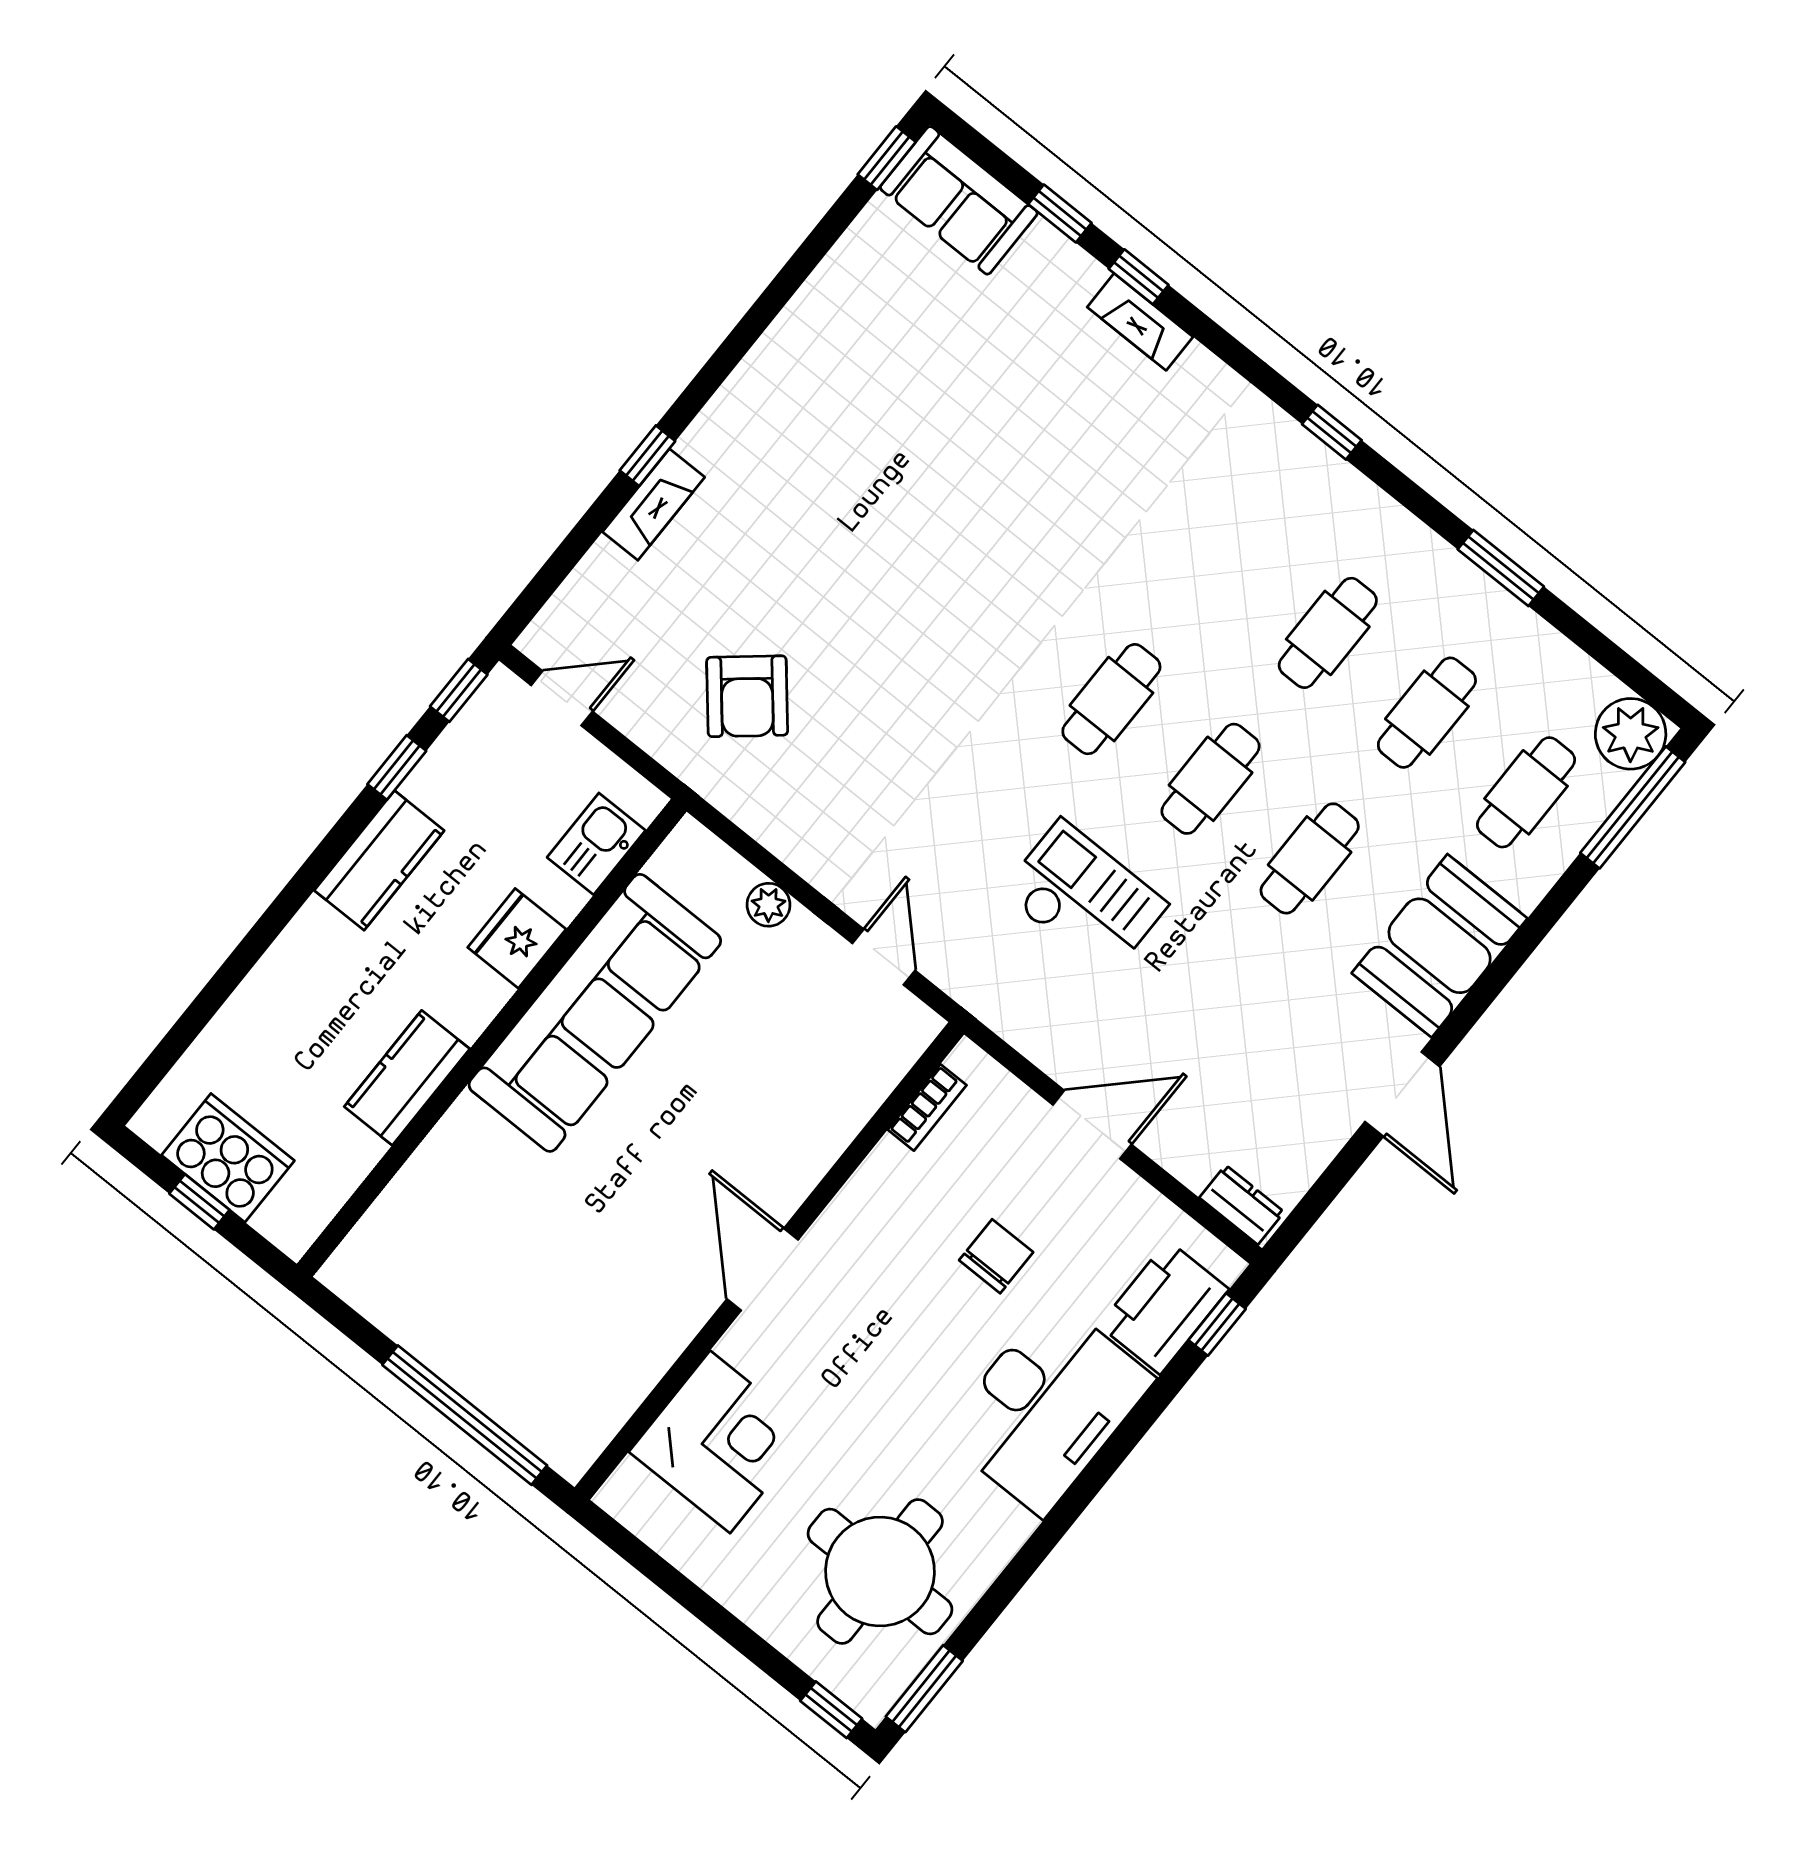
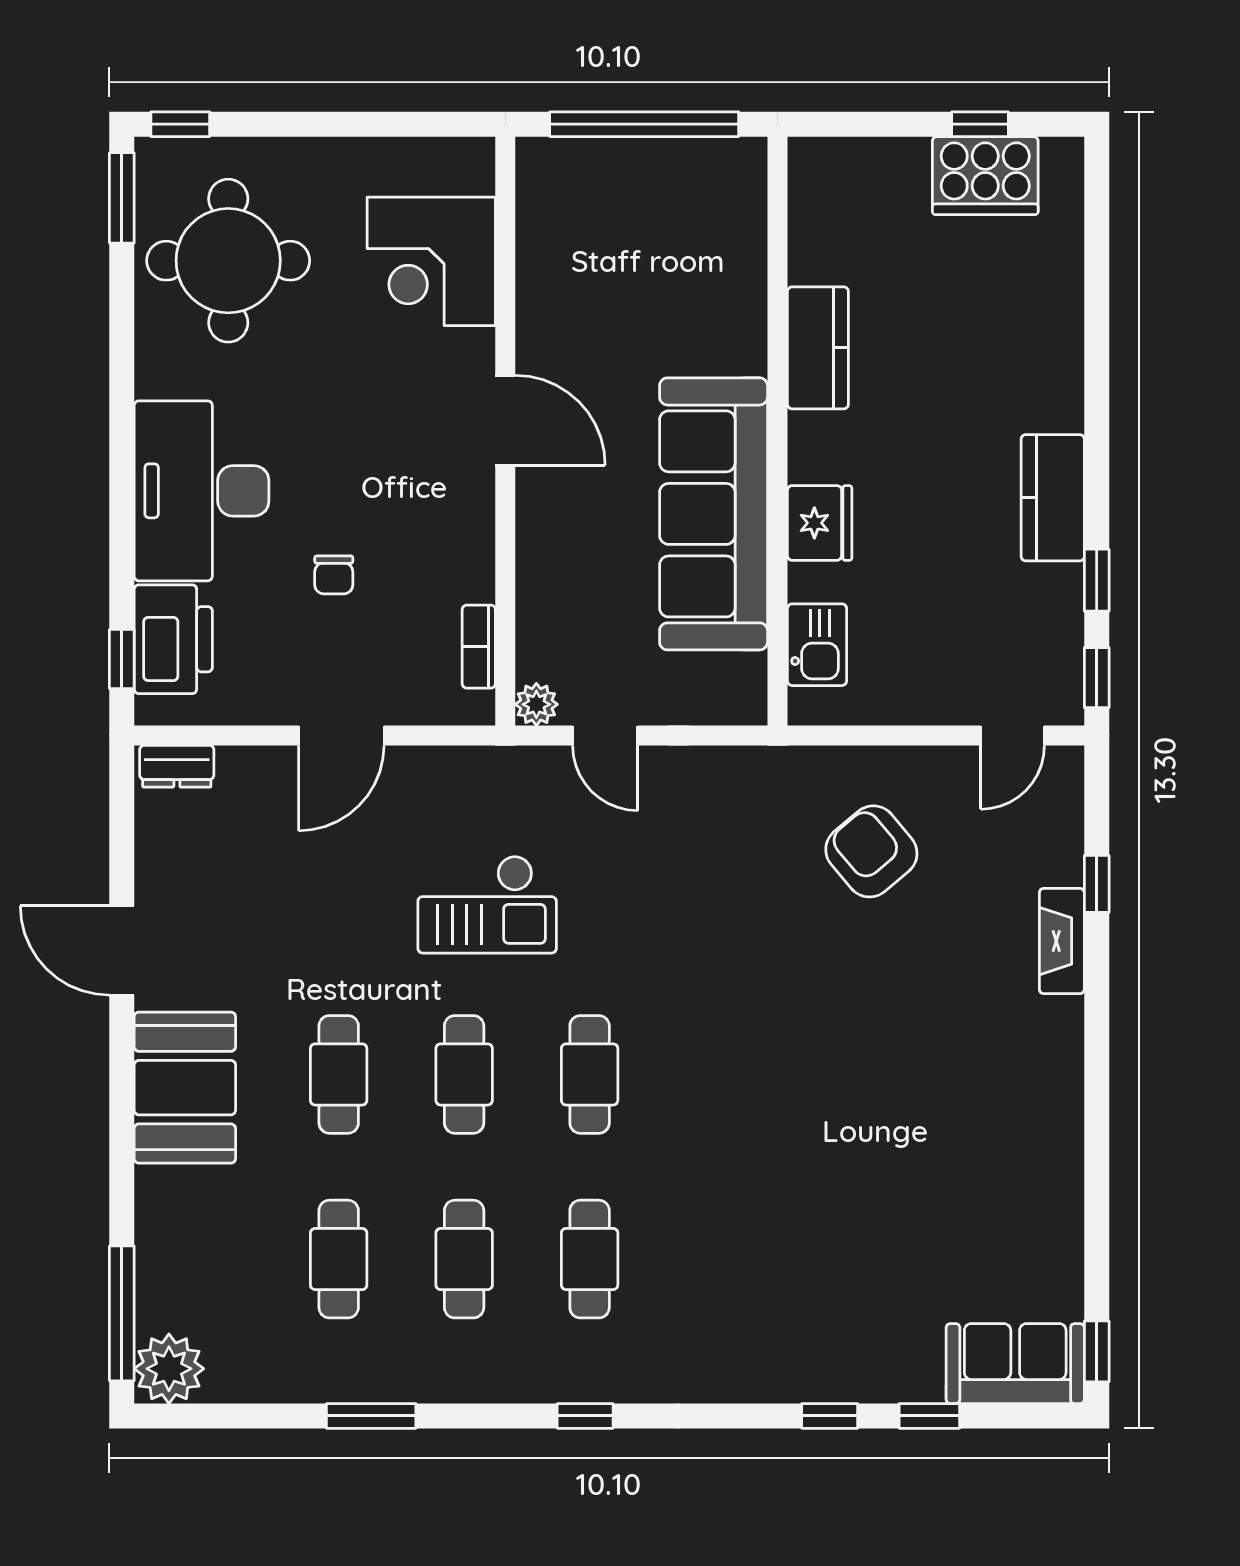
fireplace: (1140, 322) -> (801, 1382), removed
window: (647, 456) -> (1097, 884), moved
cafe table: (1526, 792) -> (590, 1259), moved
kitchen sink: (596, 844) -> (817, 645), moved
plant: (768, 905) -> (536, 704), moved
fridge: (517, 938) -> (820, 523), moved
sofa: (595, 1013) -> (714, 514), moved
wall: (492, 1038) -> (777, 431), moved
kitchen counter: (407, 1078) -> (818, 348), moved
chair: (996, 1256) -> (334, 575), width x0.73, depth x0.73

